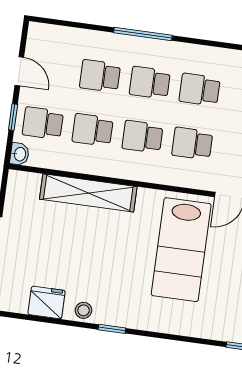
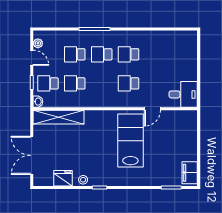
plant: (34, 46) -> (38, 43), added
school desk: (142, 137) -> (102, 83), removed
shelving: (88, 193) -> (59, 117), moved
lab bench: (181, 250) -> (130, 140), turned 180

